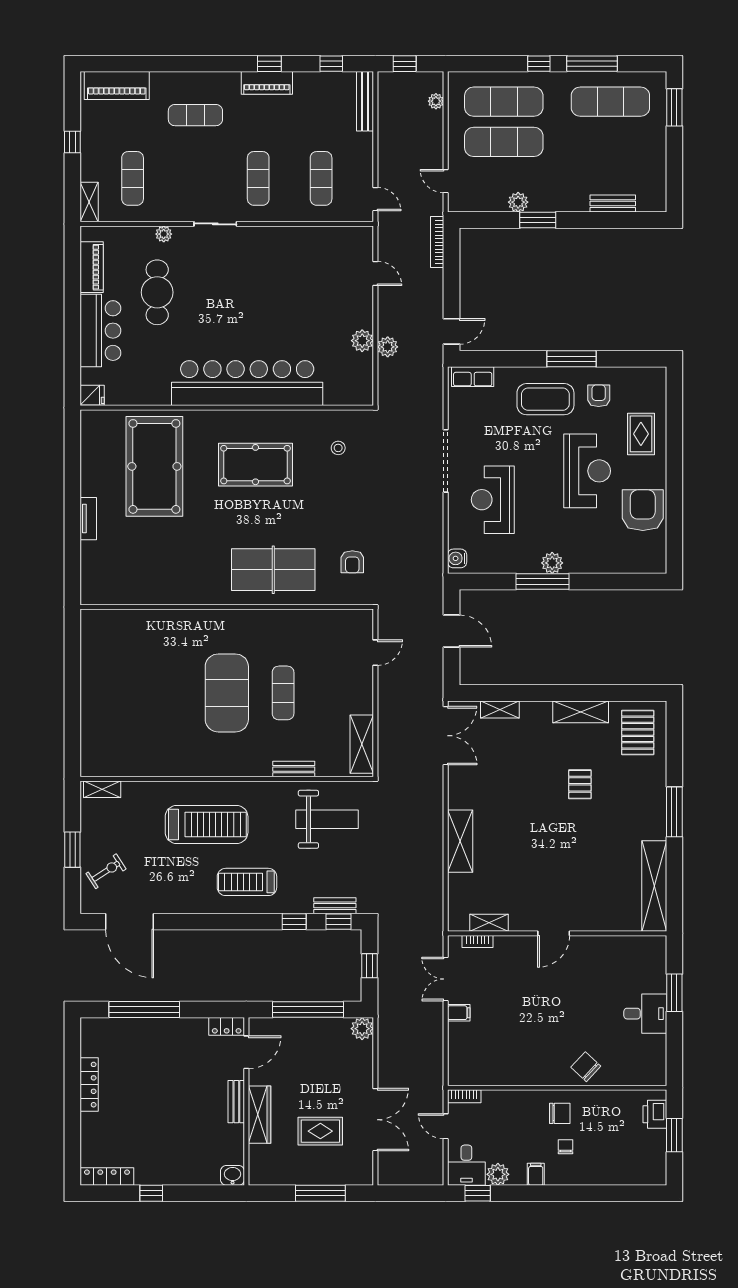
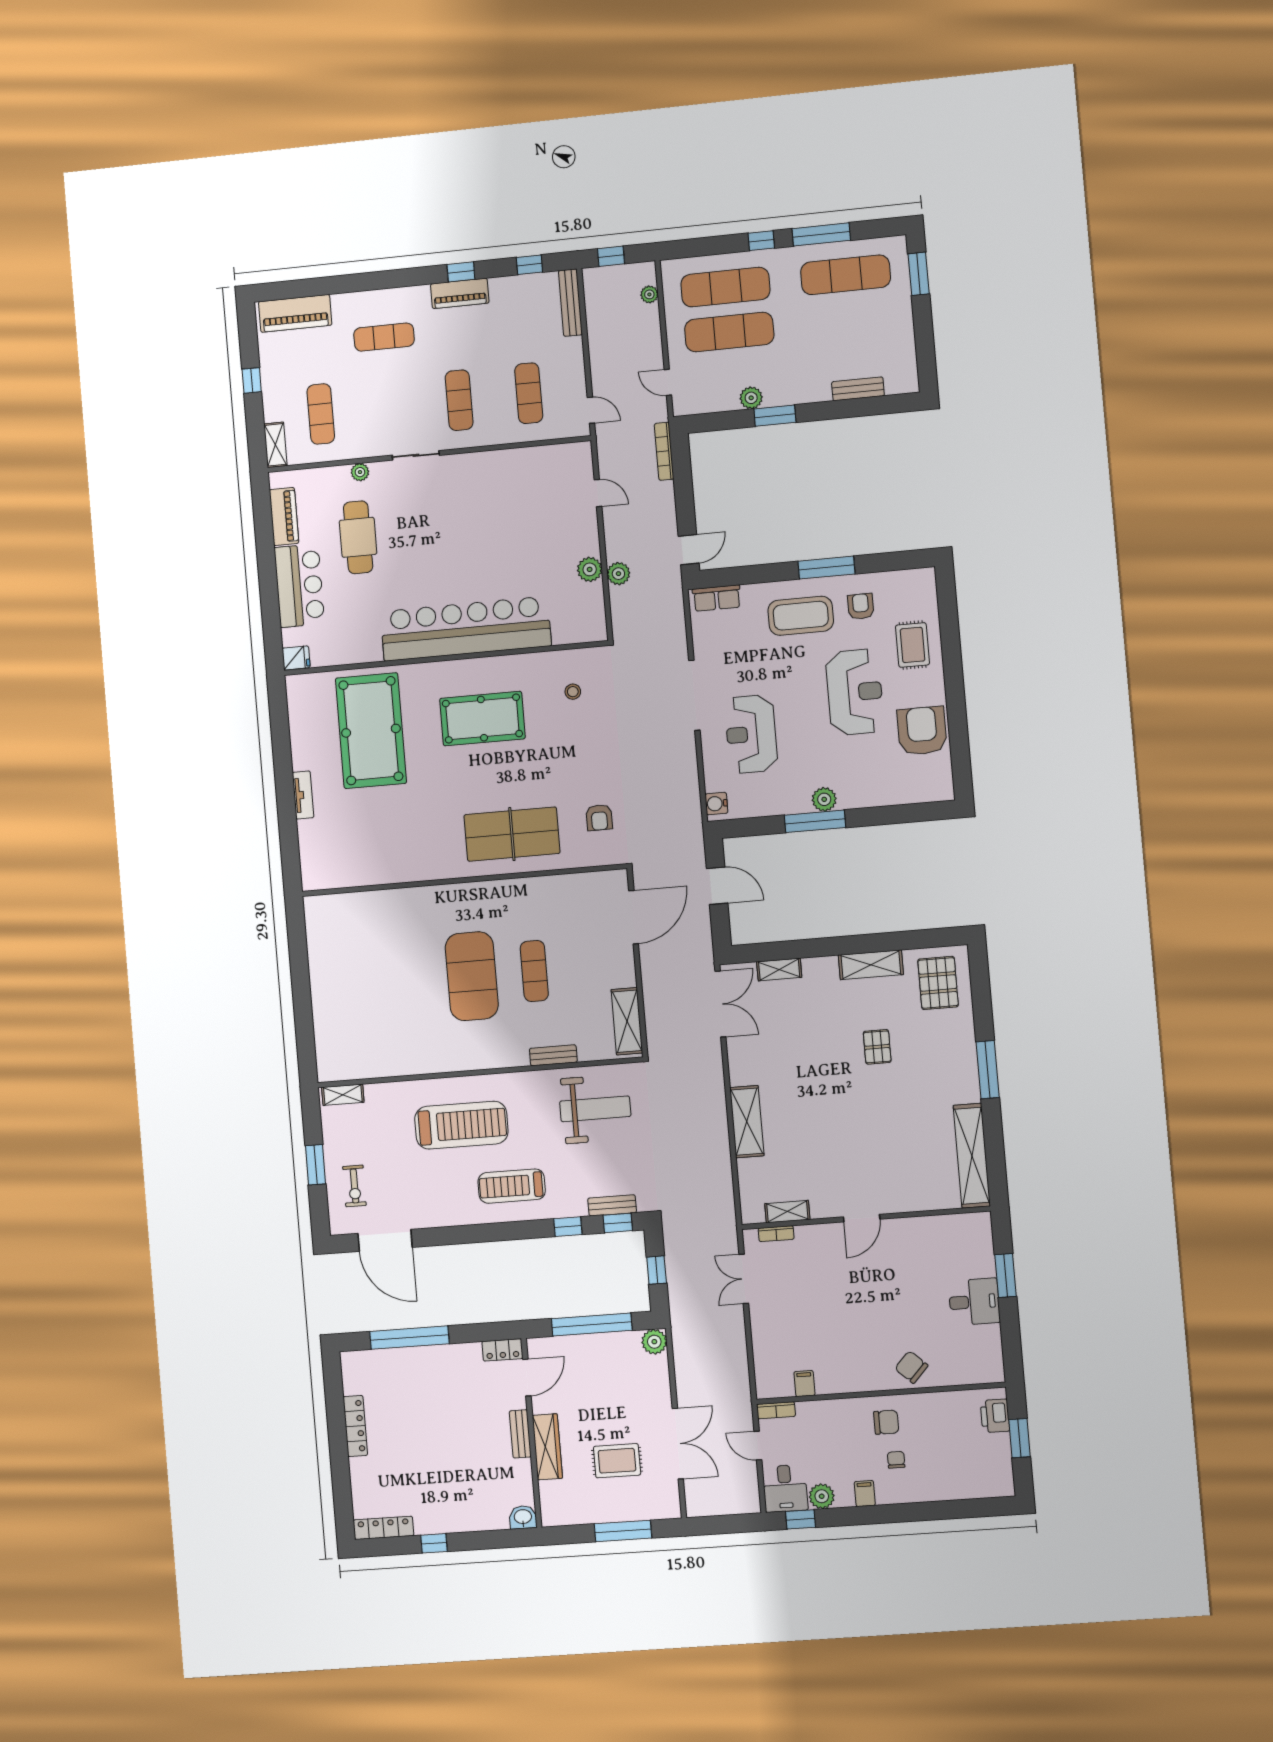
door: (375, 653) -> (634, 917), width x1.88
exercise bike: (106, 871) -> (354, 1186), turned 123
filing cabinet: (459, 1013) -> (804, 1384), moved, turned -90

